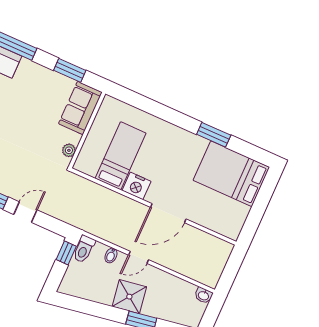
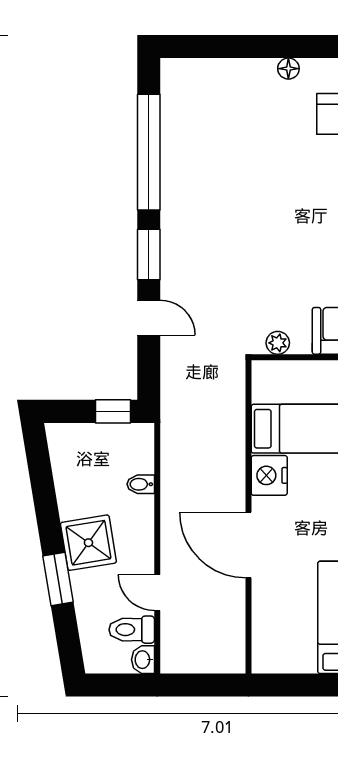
toilet: (84, 249) -> (132, 630), moved
door: (139, 257) -> (157, 593), moved

